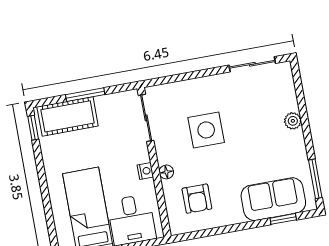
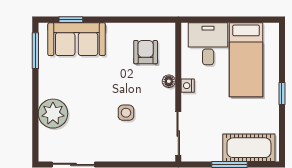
plant: (293, 121) -> (53, 114), width x1.88, depth x1.88
window: (33, 128) -> (282, 94), moved
side table: (206, 130) -> (126, 113), width x0.54, depth x0.54

